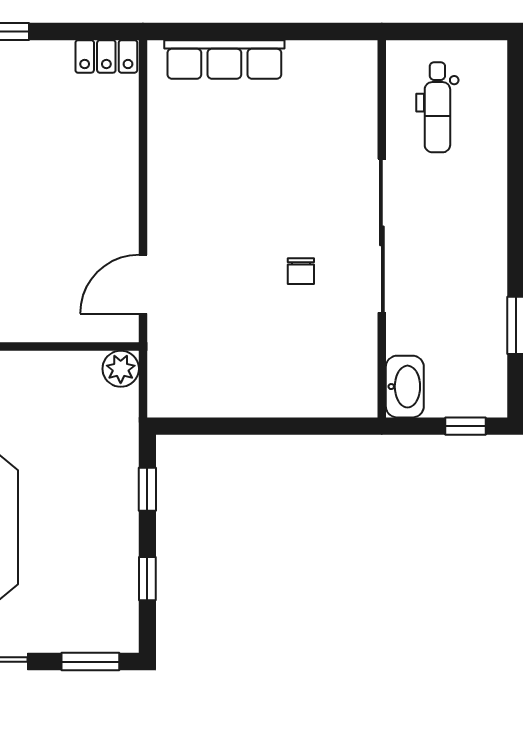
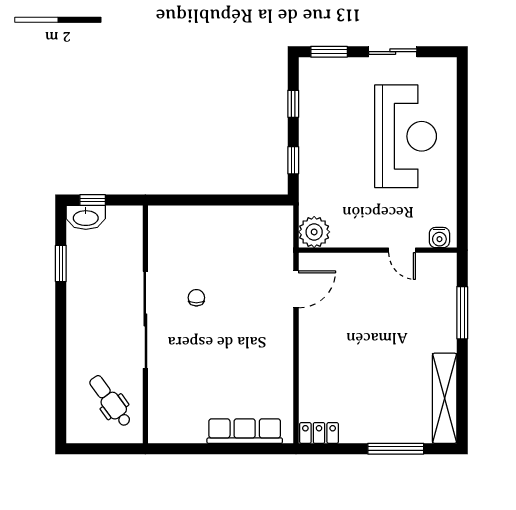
dental chair: (437, 107) -> (110, 401), turned -36
plant: (121, 369) -> (314, 232), width x1.36, depth x1.36
washbasin: (405, 387) -> (86, 217), moved, turned -90

